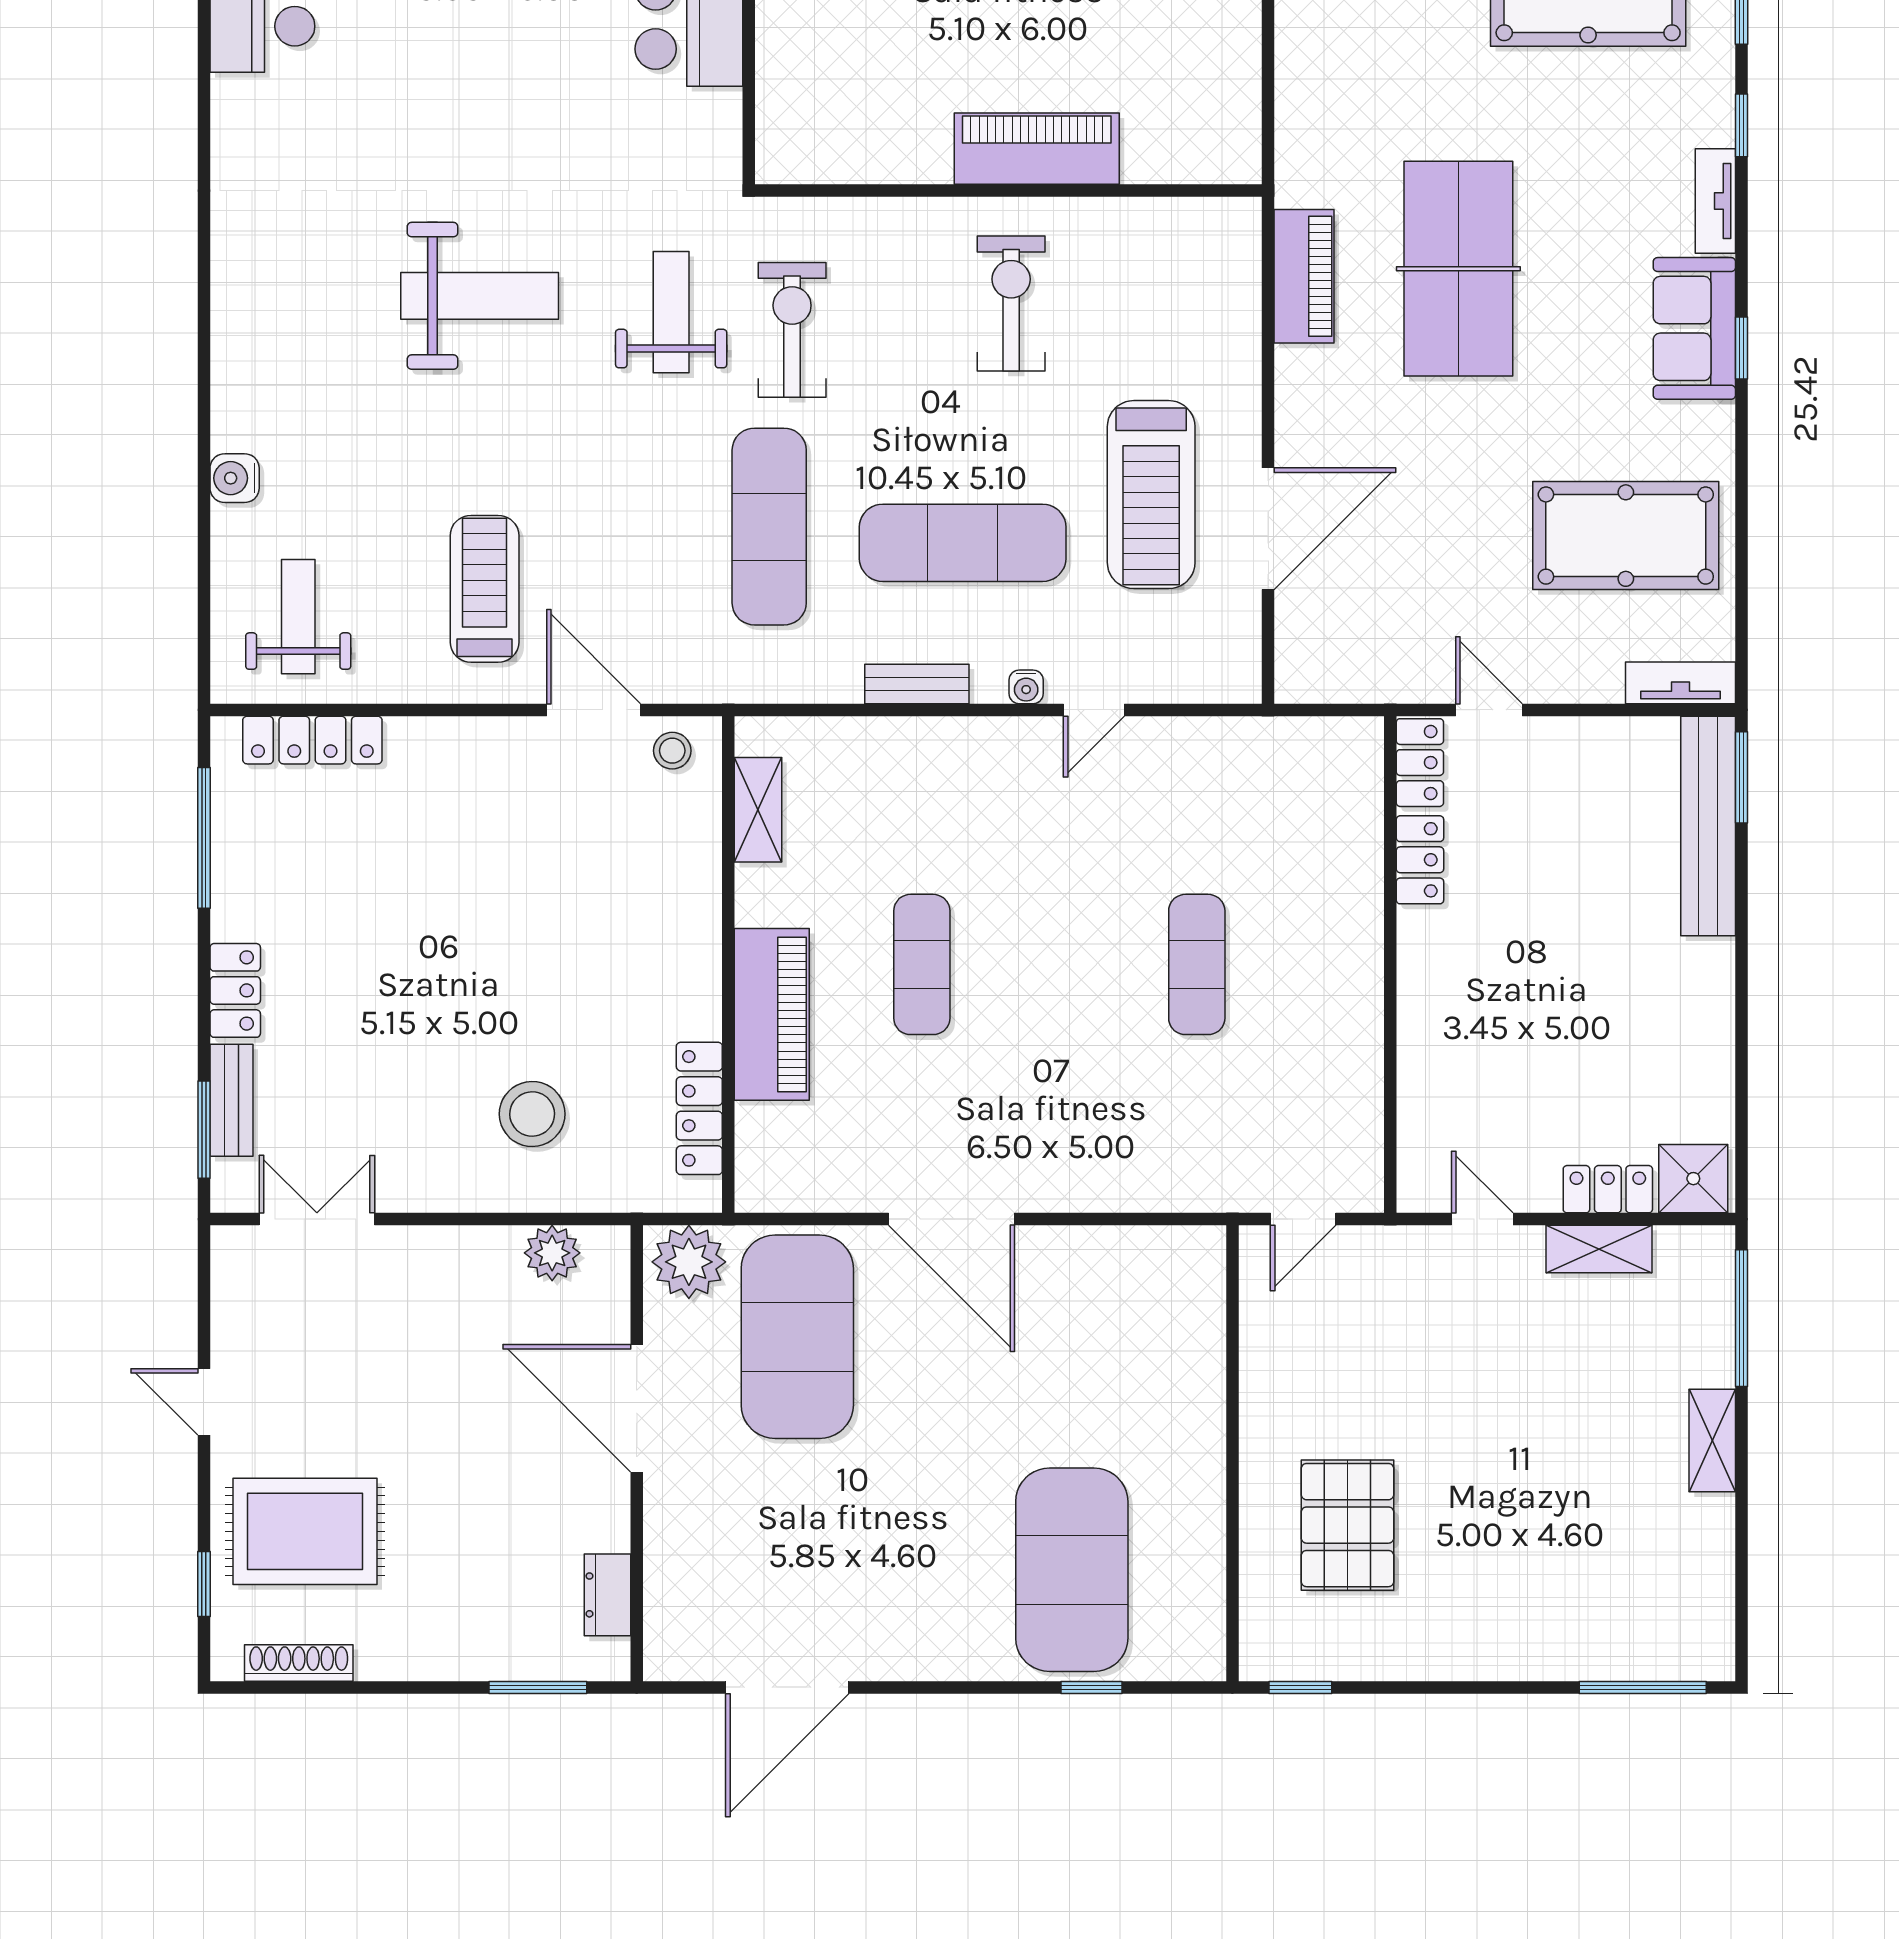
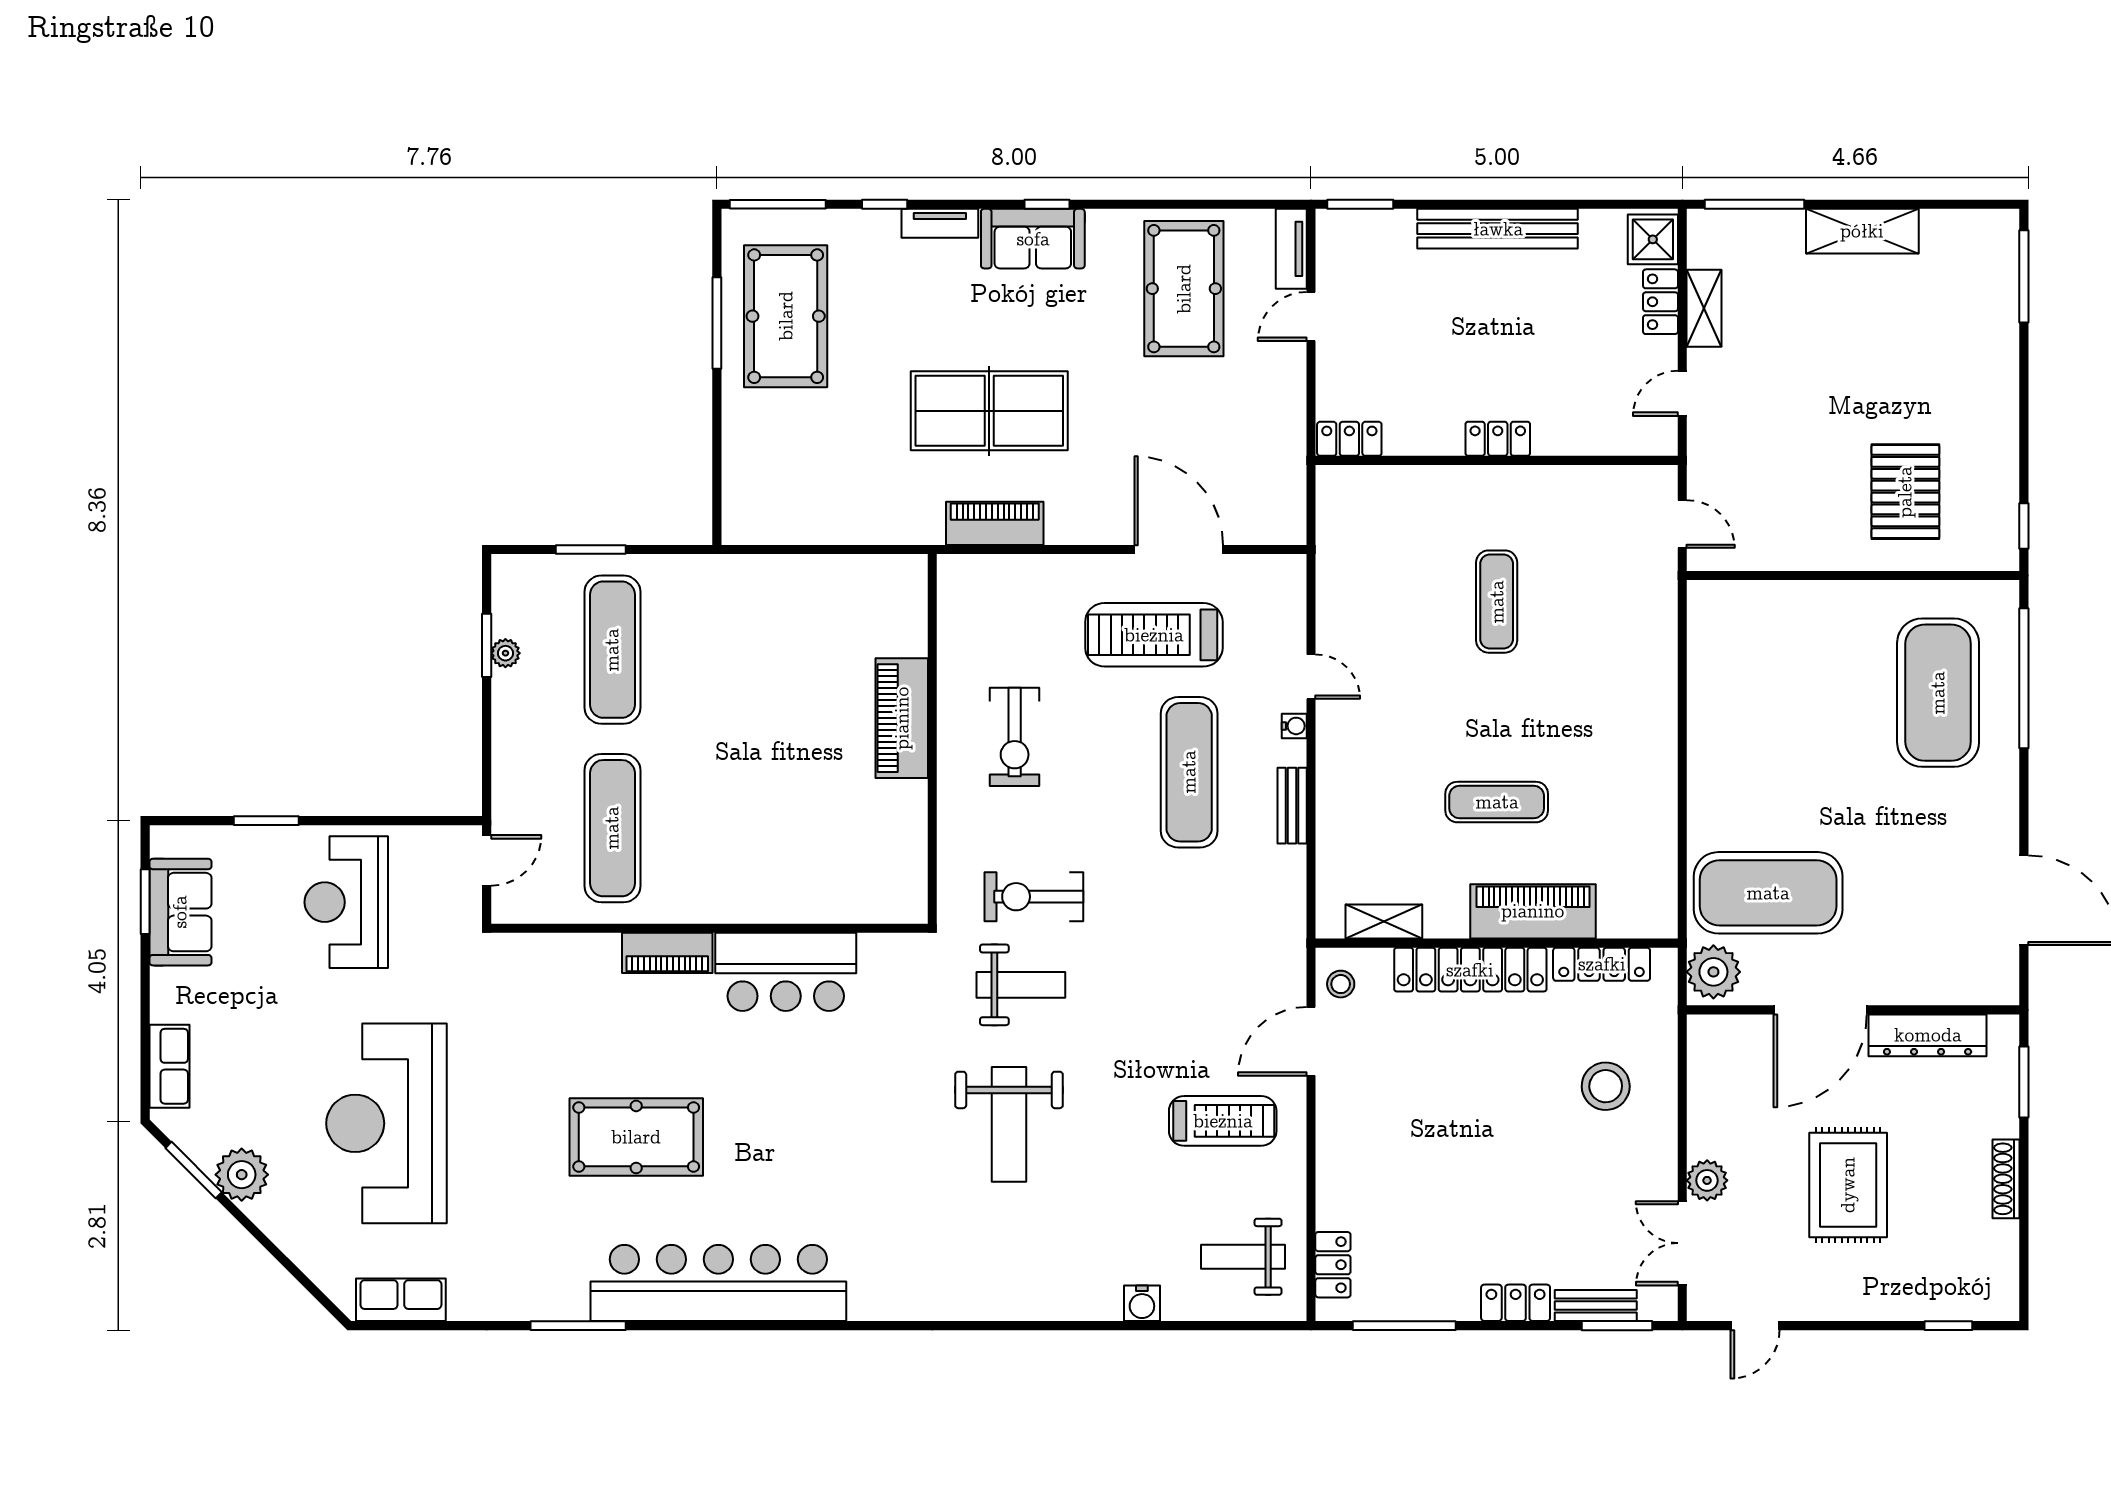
weight bench: (480, 296) -> (1009, 1124), turned 180
exercise bike: (1011, 304) -> (1015, 737), turned -90
weight bench: (671, 312) -> (1021, 985), turned 180
treadmill: (1151, 495) -> (1154, 635), turned 180
exercise mat: (769, 527) -> (1177, 913), removed
treadmill: (485, 589) -> (1223, 1121), turned 180
door: (1489, 710) -> (1311, 316), moved
locker: (312, 740) -> (1333, 1265), width x0.66
bench: (1708, 826) -> (1498, 229), moved
locker: (1420, 860) -> (1498, 439), moved
locker: (692, 928) -> (1470, 970), added
exercise mat: (1197, 964) -> (1497, 602), turned 90
door: (951, 1219) -> (1682, 780), removed
plant: (552, 1253) -> (1707, 1180), moved
door: (204, 1402) -> (1755, 1326), moved
shelving: (1712, 1440) -> (1862, 231), width x1.50, depth x1.33
pallet: (1347, 1525) -> (1905, 492), turned 90
rug: (305, 1531) -> (1848, 1185), moved
exercise mat: (1072, 1570) -> (1938, 693), turned 90
dresser: (607, 1595) -> (1928, 1035), width x1.96, depth x1.24
shoe rack: (299, 1663) -> (2006, 1179), moved
window: (1091, 1687) -> (2024, 678), width x3.17

